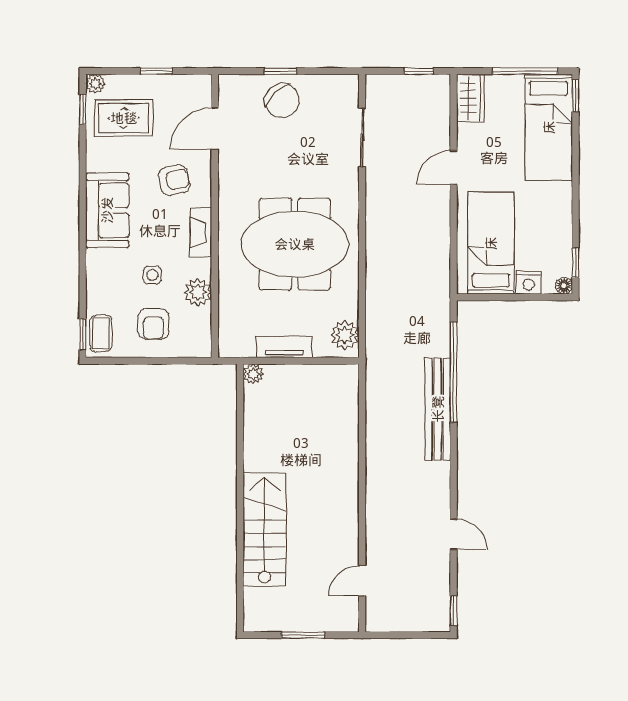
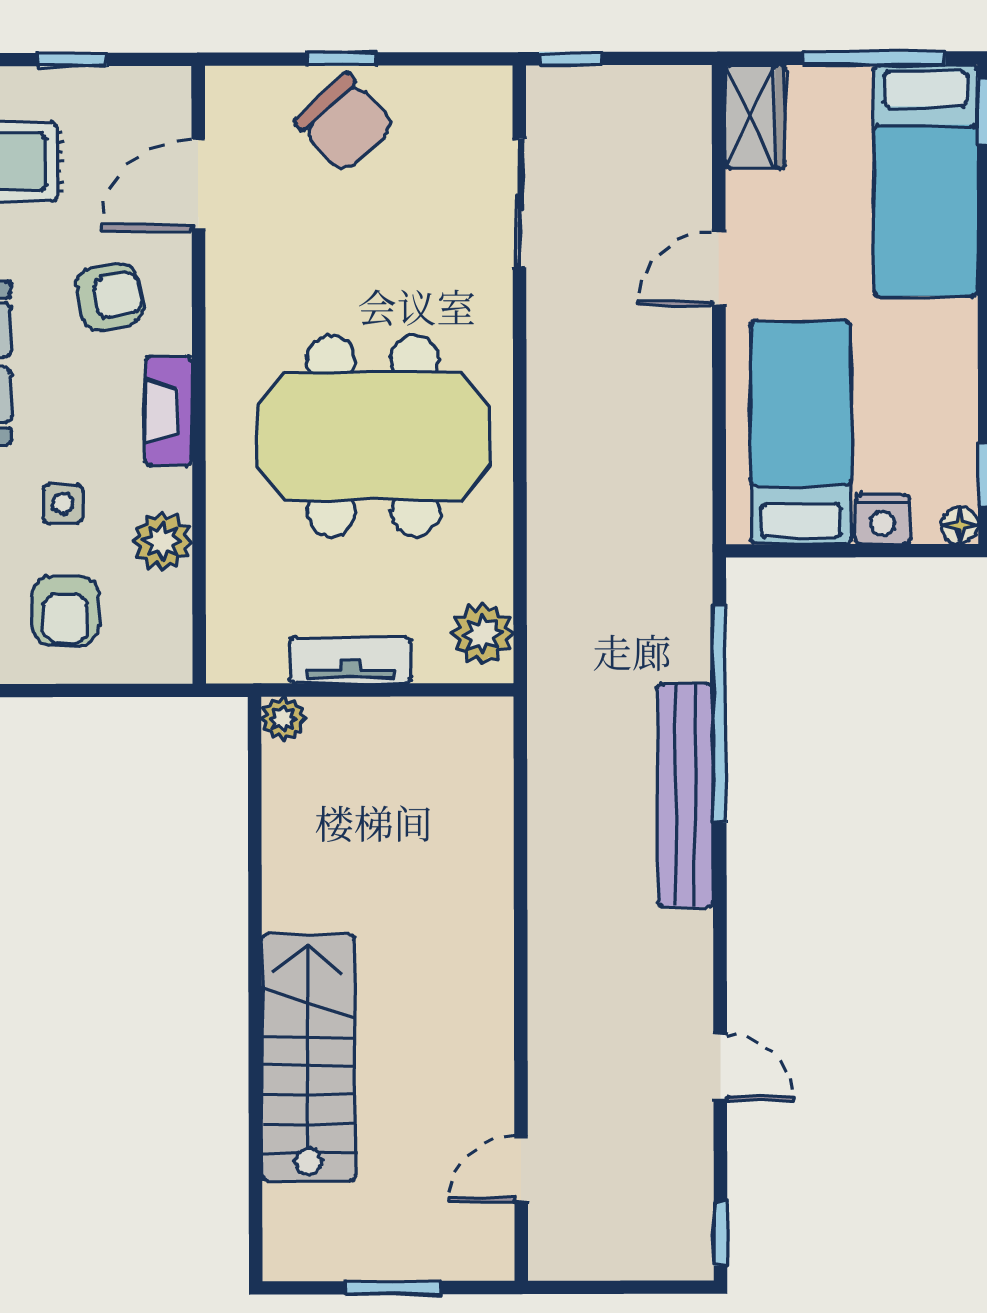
window: (419, 71) -> (571, 59), moved

